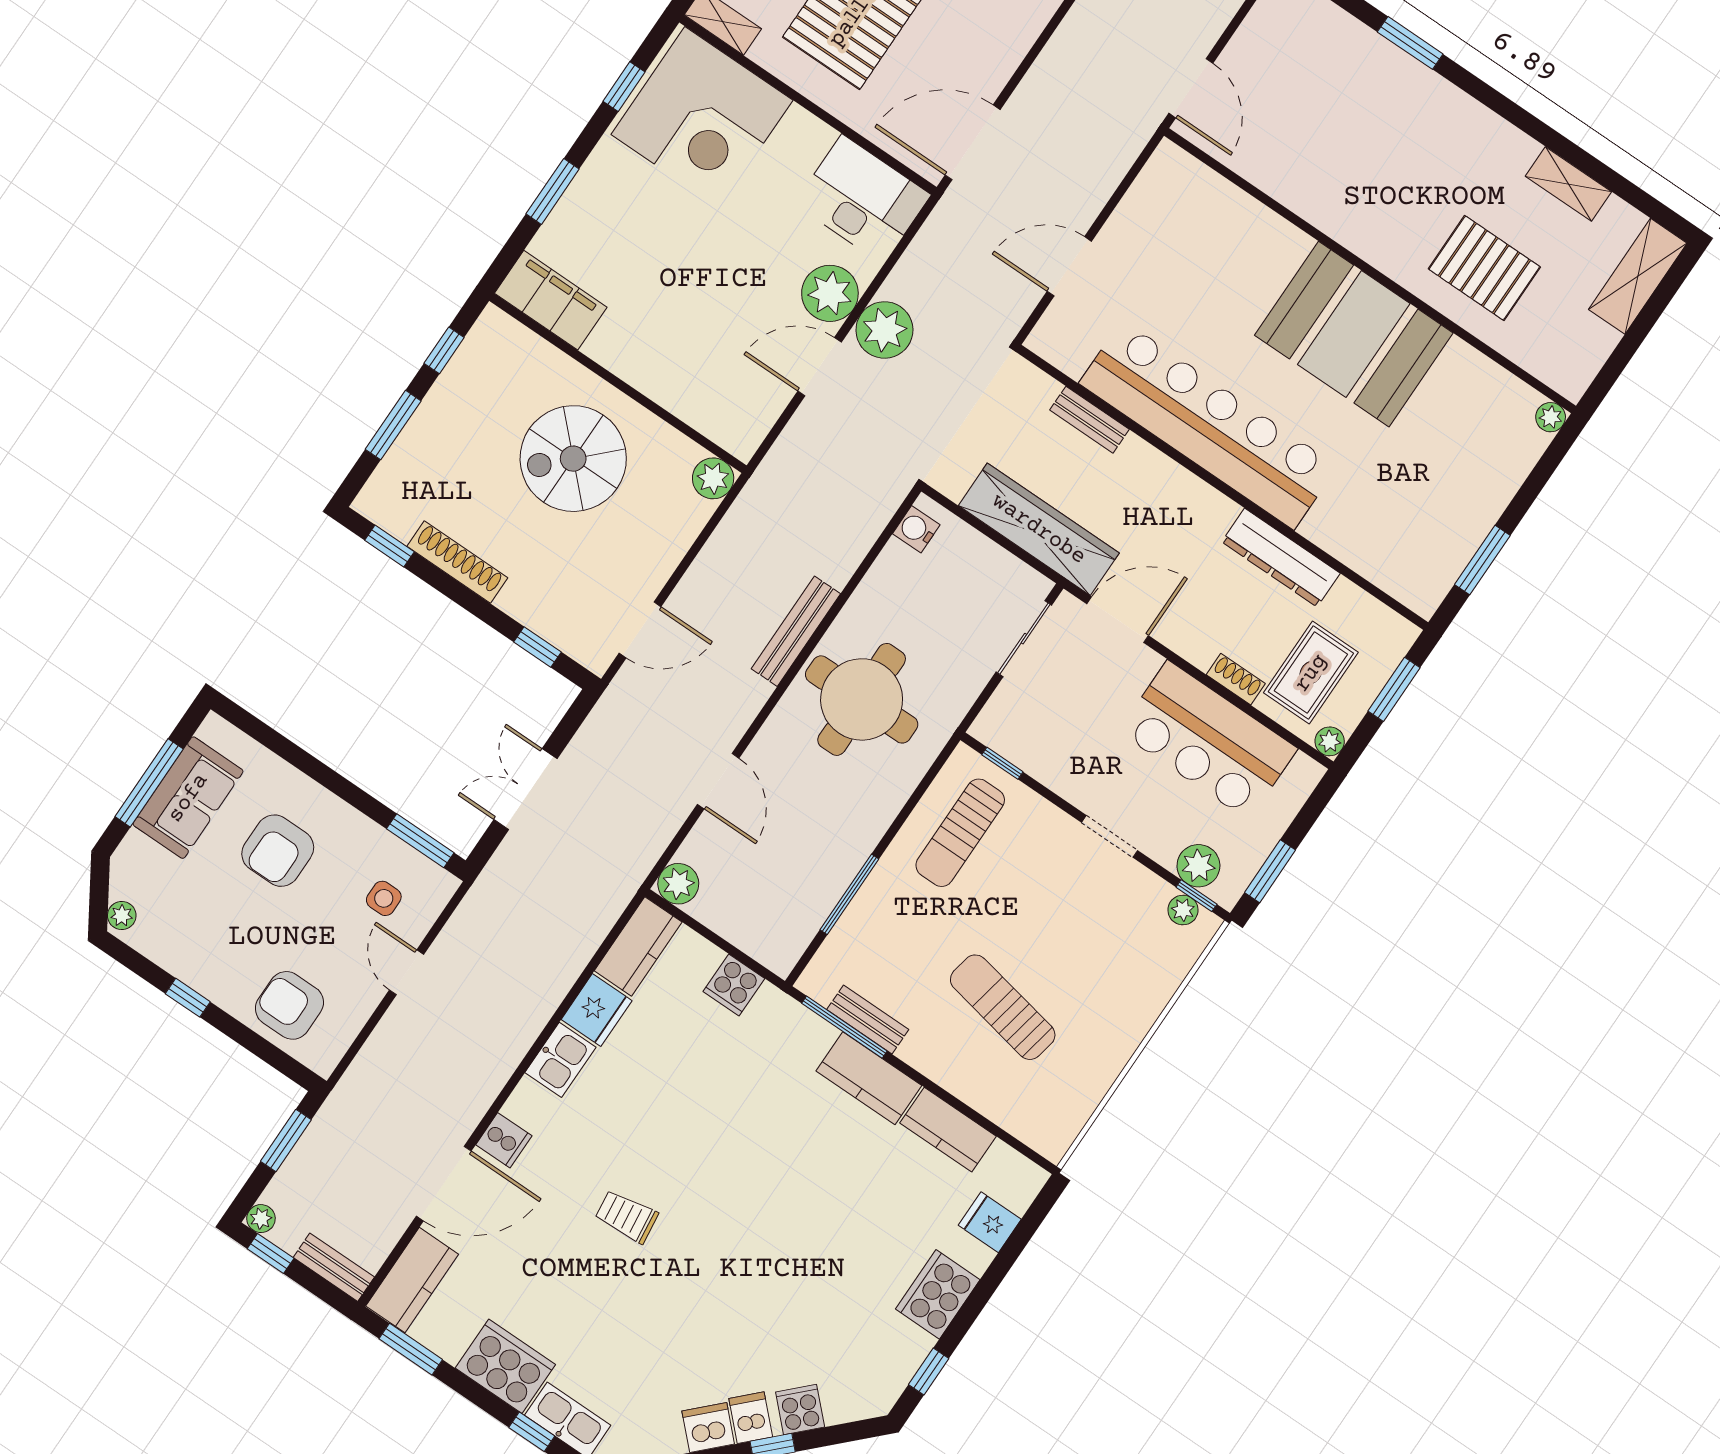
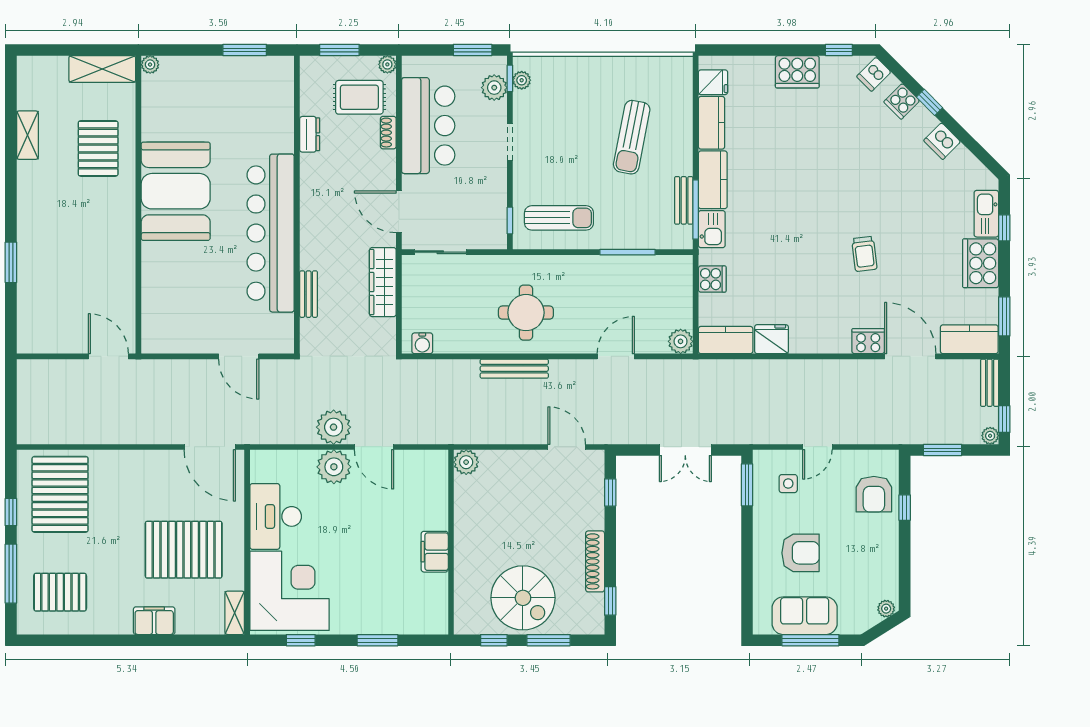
door: (1191, 88) -> (108, 356), hinge flipped
desk: (863, 199) -> (276, 516), moved
shelving: (1638, 276) -> (102, 69), moved
filing cabinet: (551, 300) -> (435, 552), moved, width x0.67, depth x0.86
spiral stairs: (573, 459) -> (523, 598), moved
wardrobe: (1039, 529) -> (383, 282), width x0.71, depth x0.85
dresser: (1281, 558) -> (310, 134), width x0.51, depth x0.80
round table: (862, 699) -> (526, 313), width x0.73, depth x0.73
window: (188, 998) -> (905, 508), moved
kitchen sink: (560, 1060) -> (712, 229), moved, turned 90
cooker: (504, 1140) -> (868, 341), width x1.36
fridge: (990, 1222) -> (713, 82), moved, turned -90
dishwasher: (751, 1418) -> (874, 74), moved

